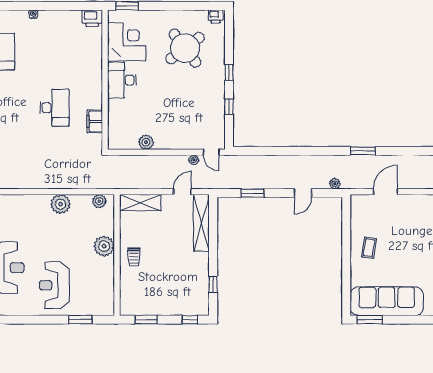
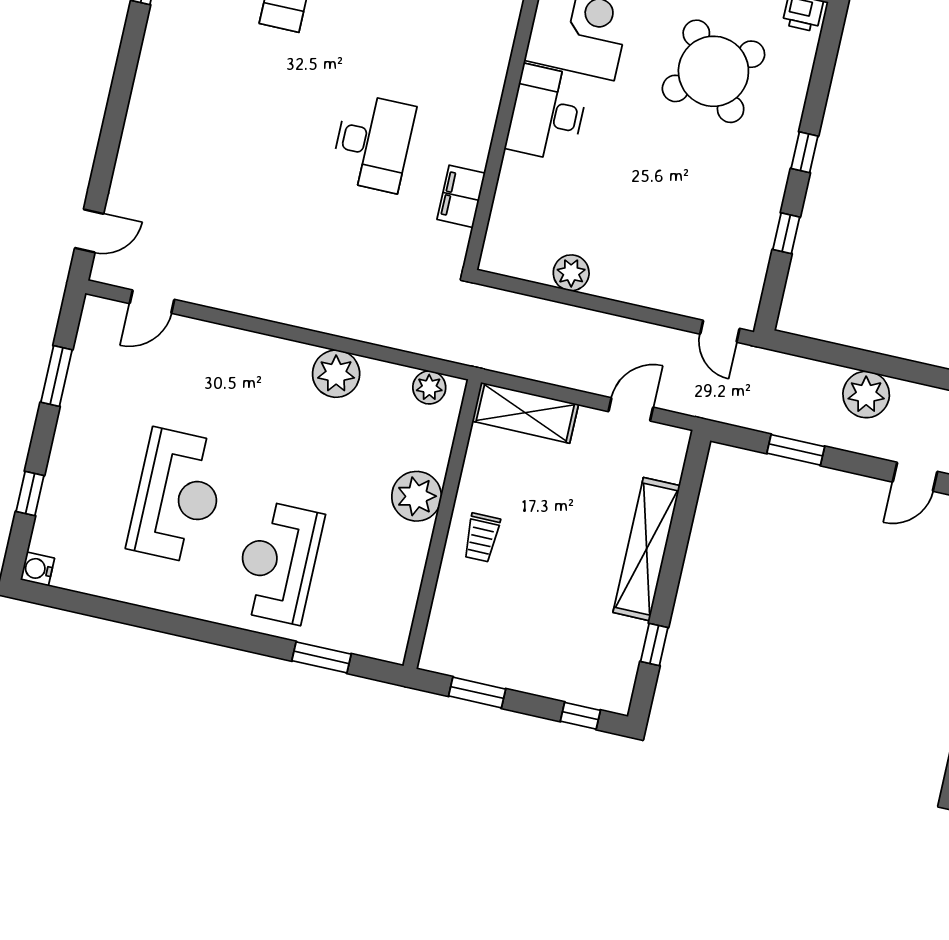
plant: (194, 160) -> (866, 395), moved, width x1.88, depth x1.88
shelving: (201, 223) -> (647, 549), moved

